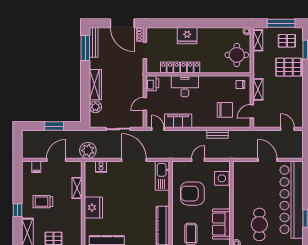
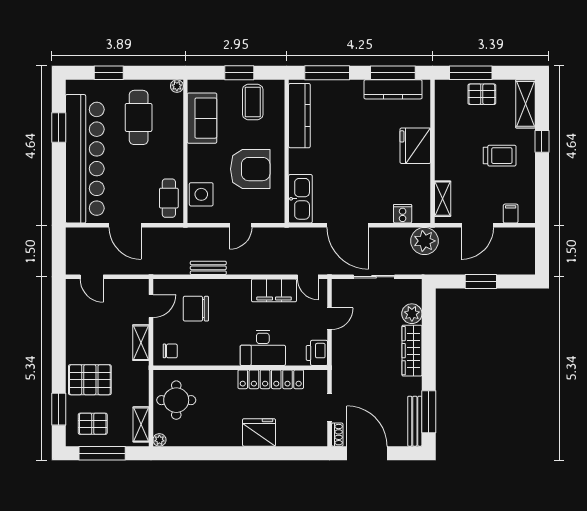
cafe table: (241, 176) -> (169, 198), added
shelving: (77, 188) -> (443, 199), moved

